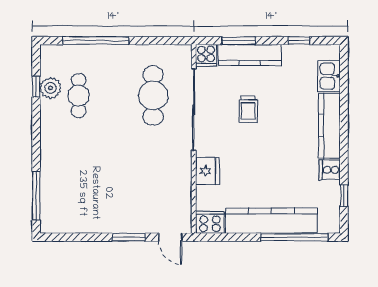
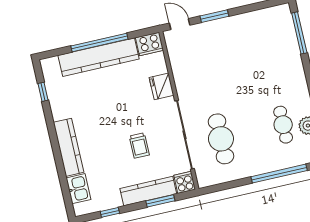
trolley: (248, 109) -> (139, 145), turned 180
cooker: (330, 170) -> (60, 111), removed
window: (294, 237) -> (99, 42), moved

